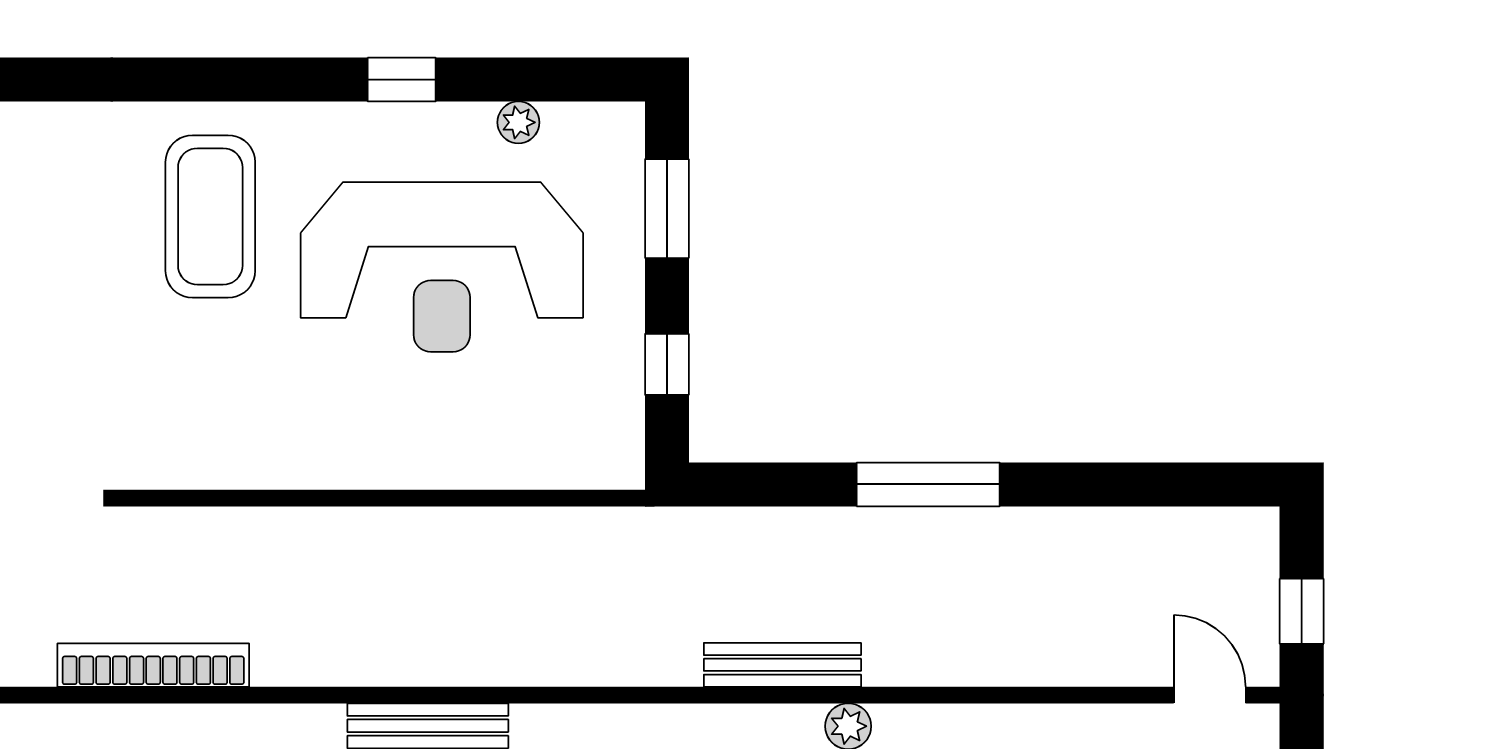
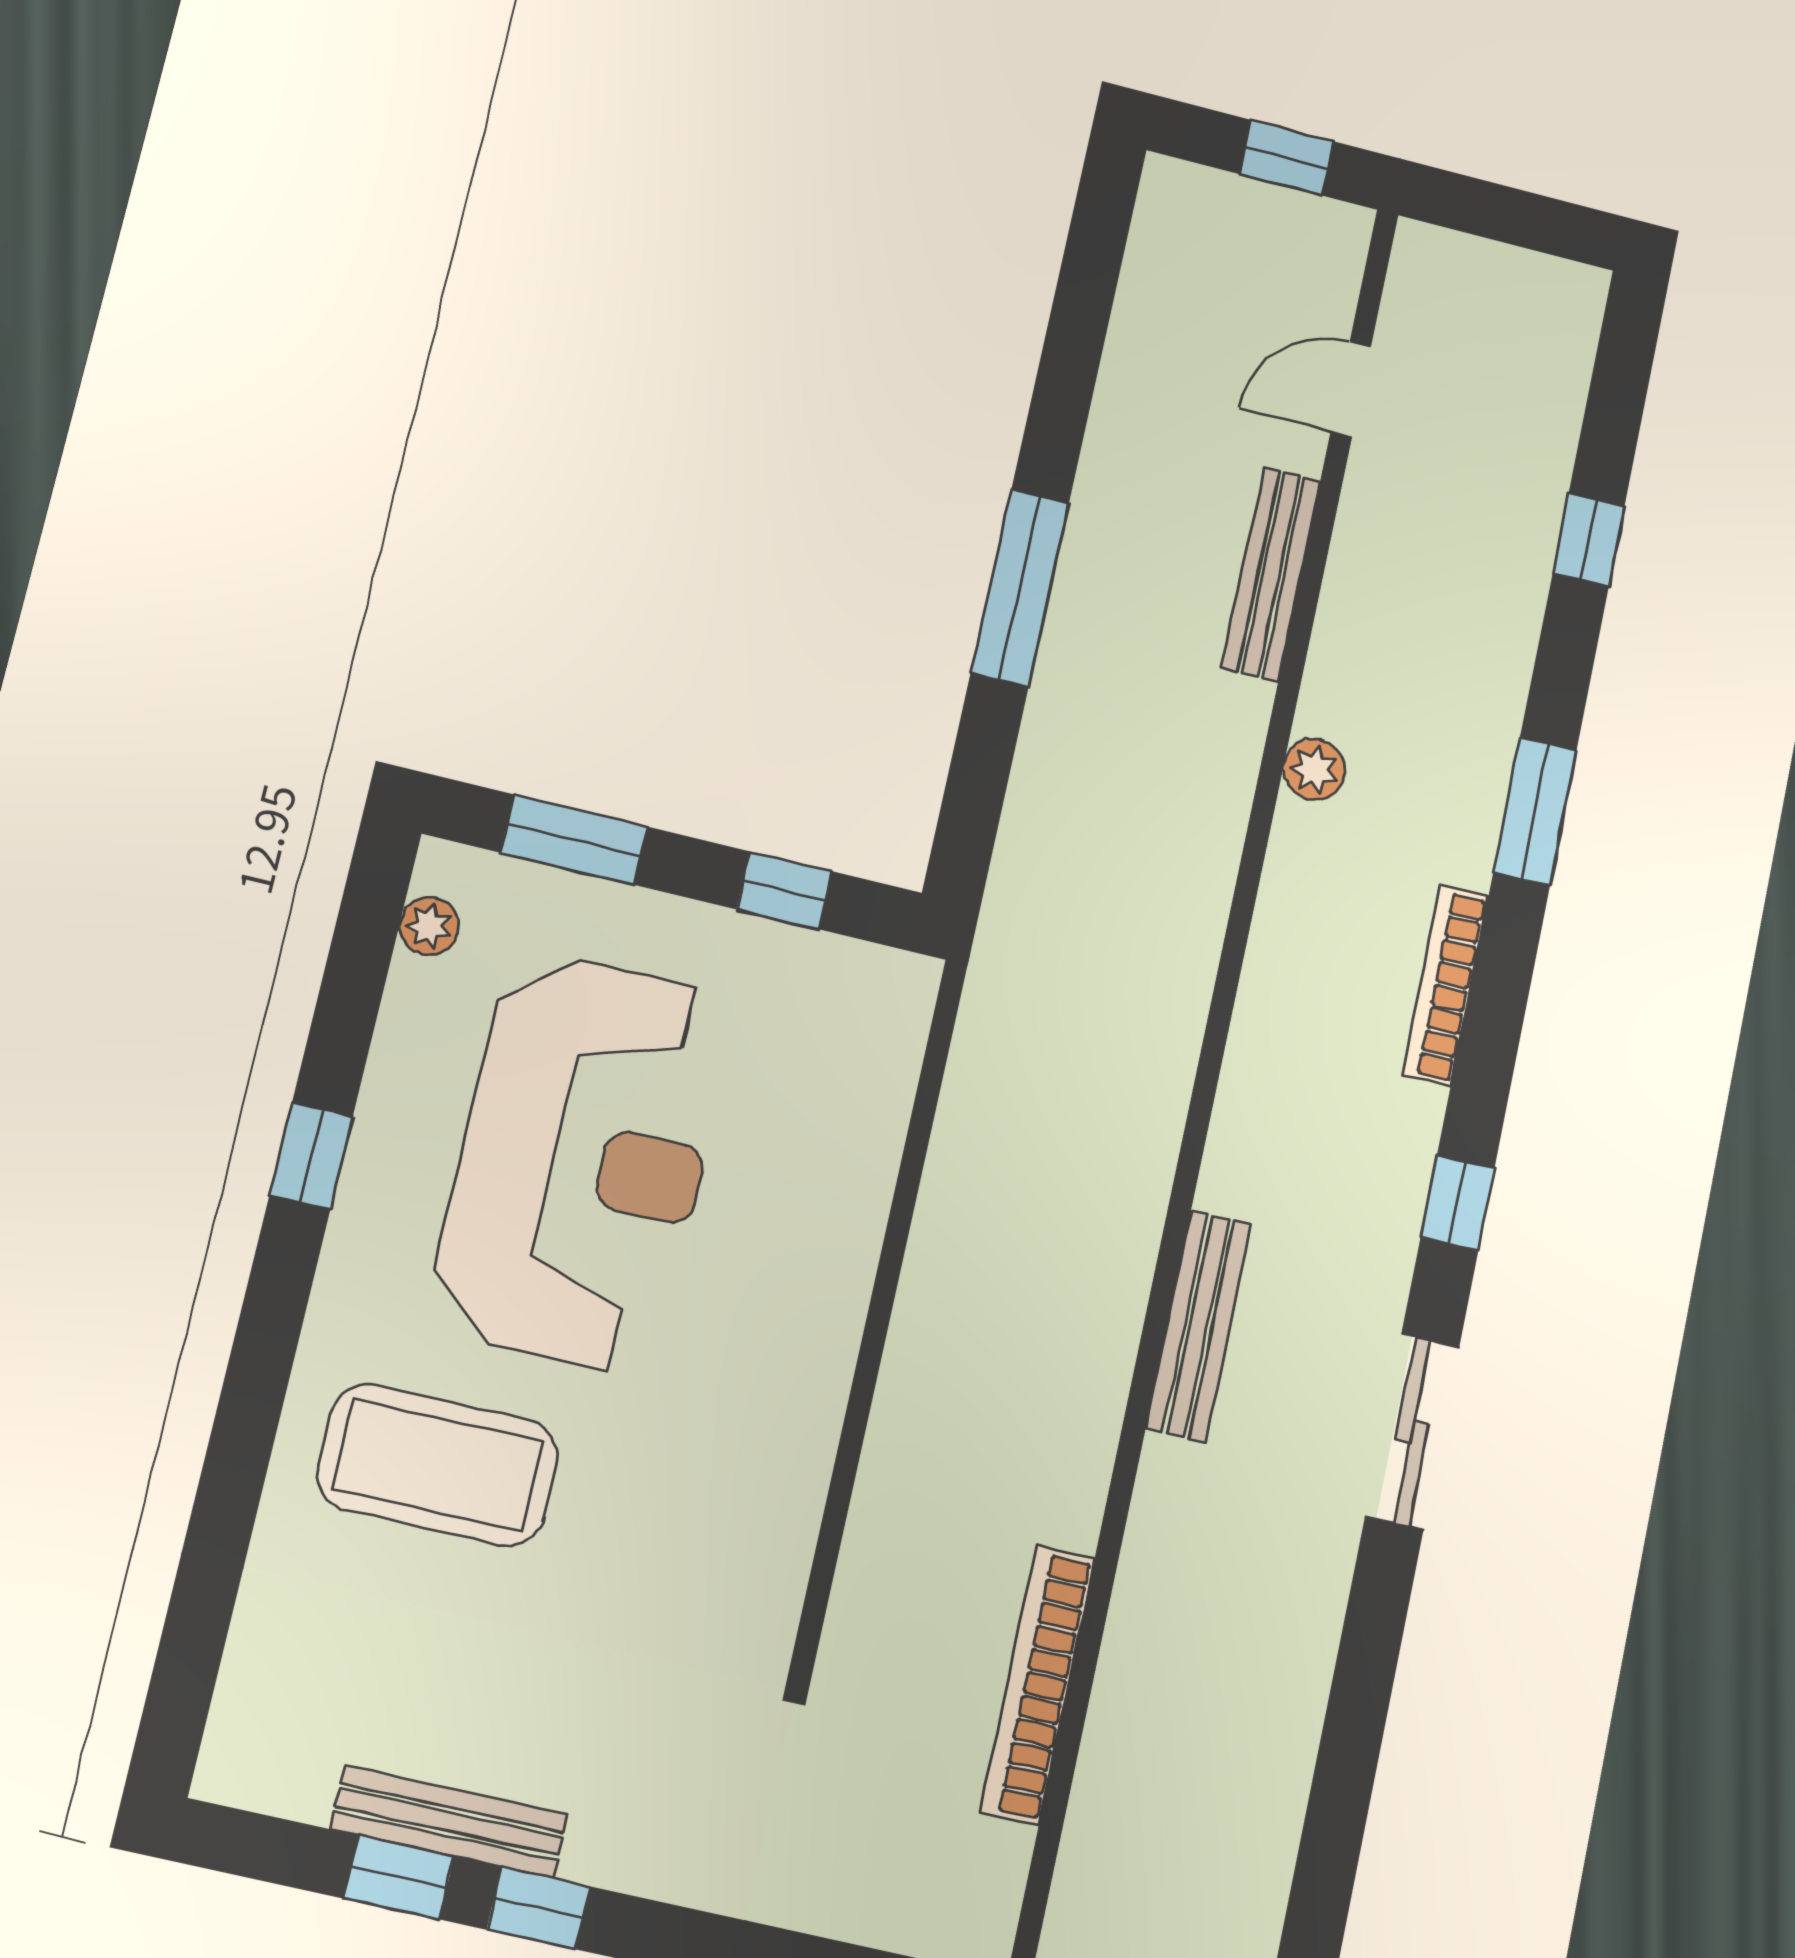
plant: (518, 122) -> (429, 926), moved
bench: (782, 665) -> (1271, 574), moved
door: (1210, 695) -> (1351, 389), moved

